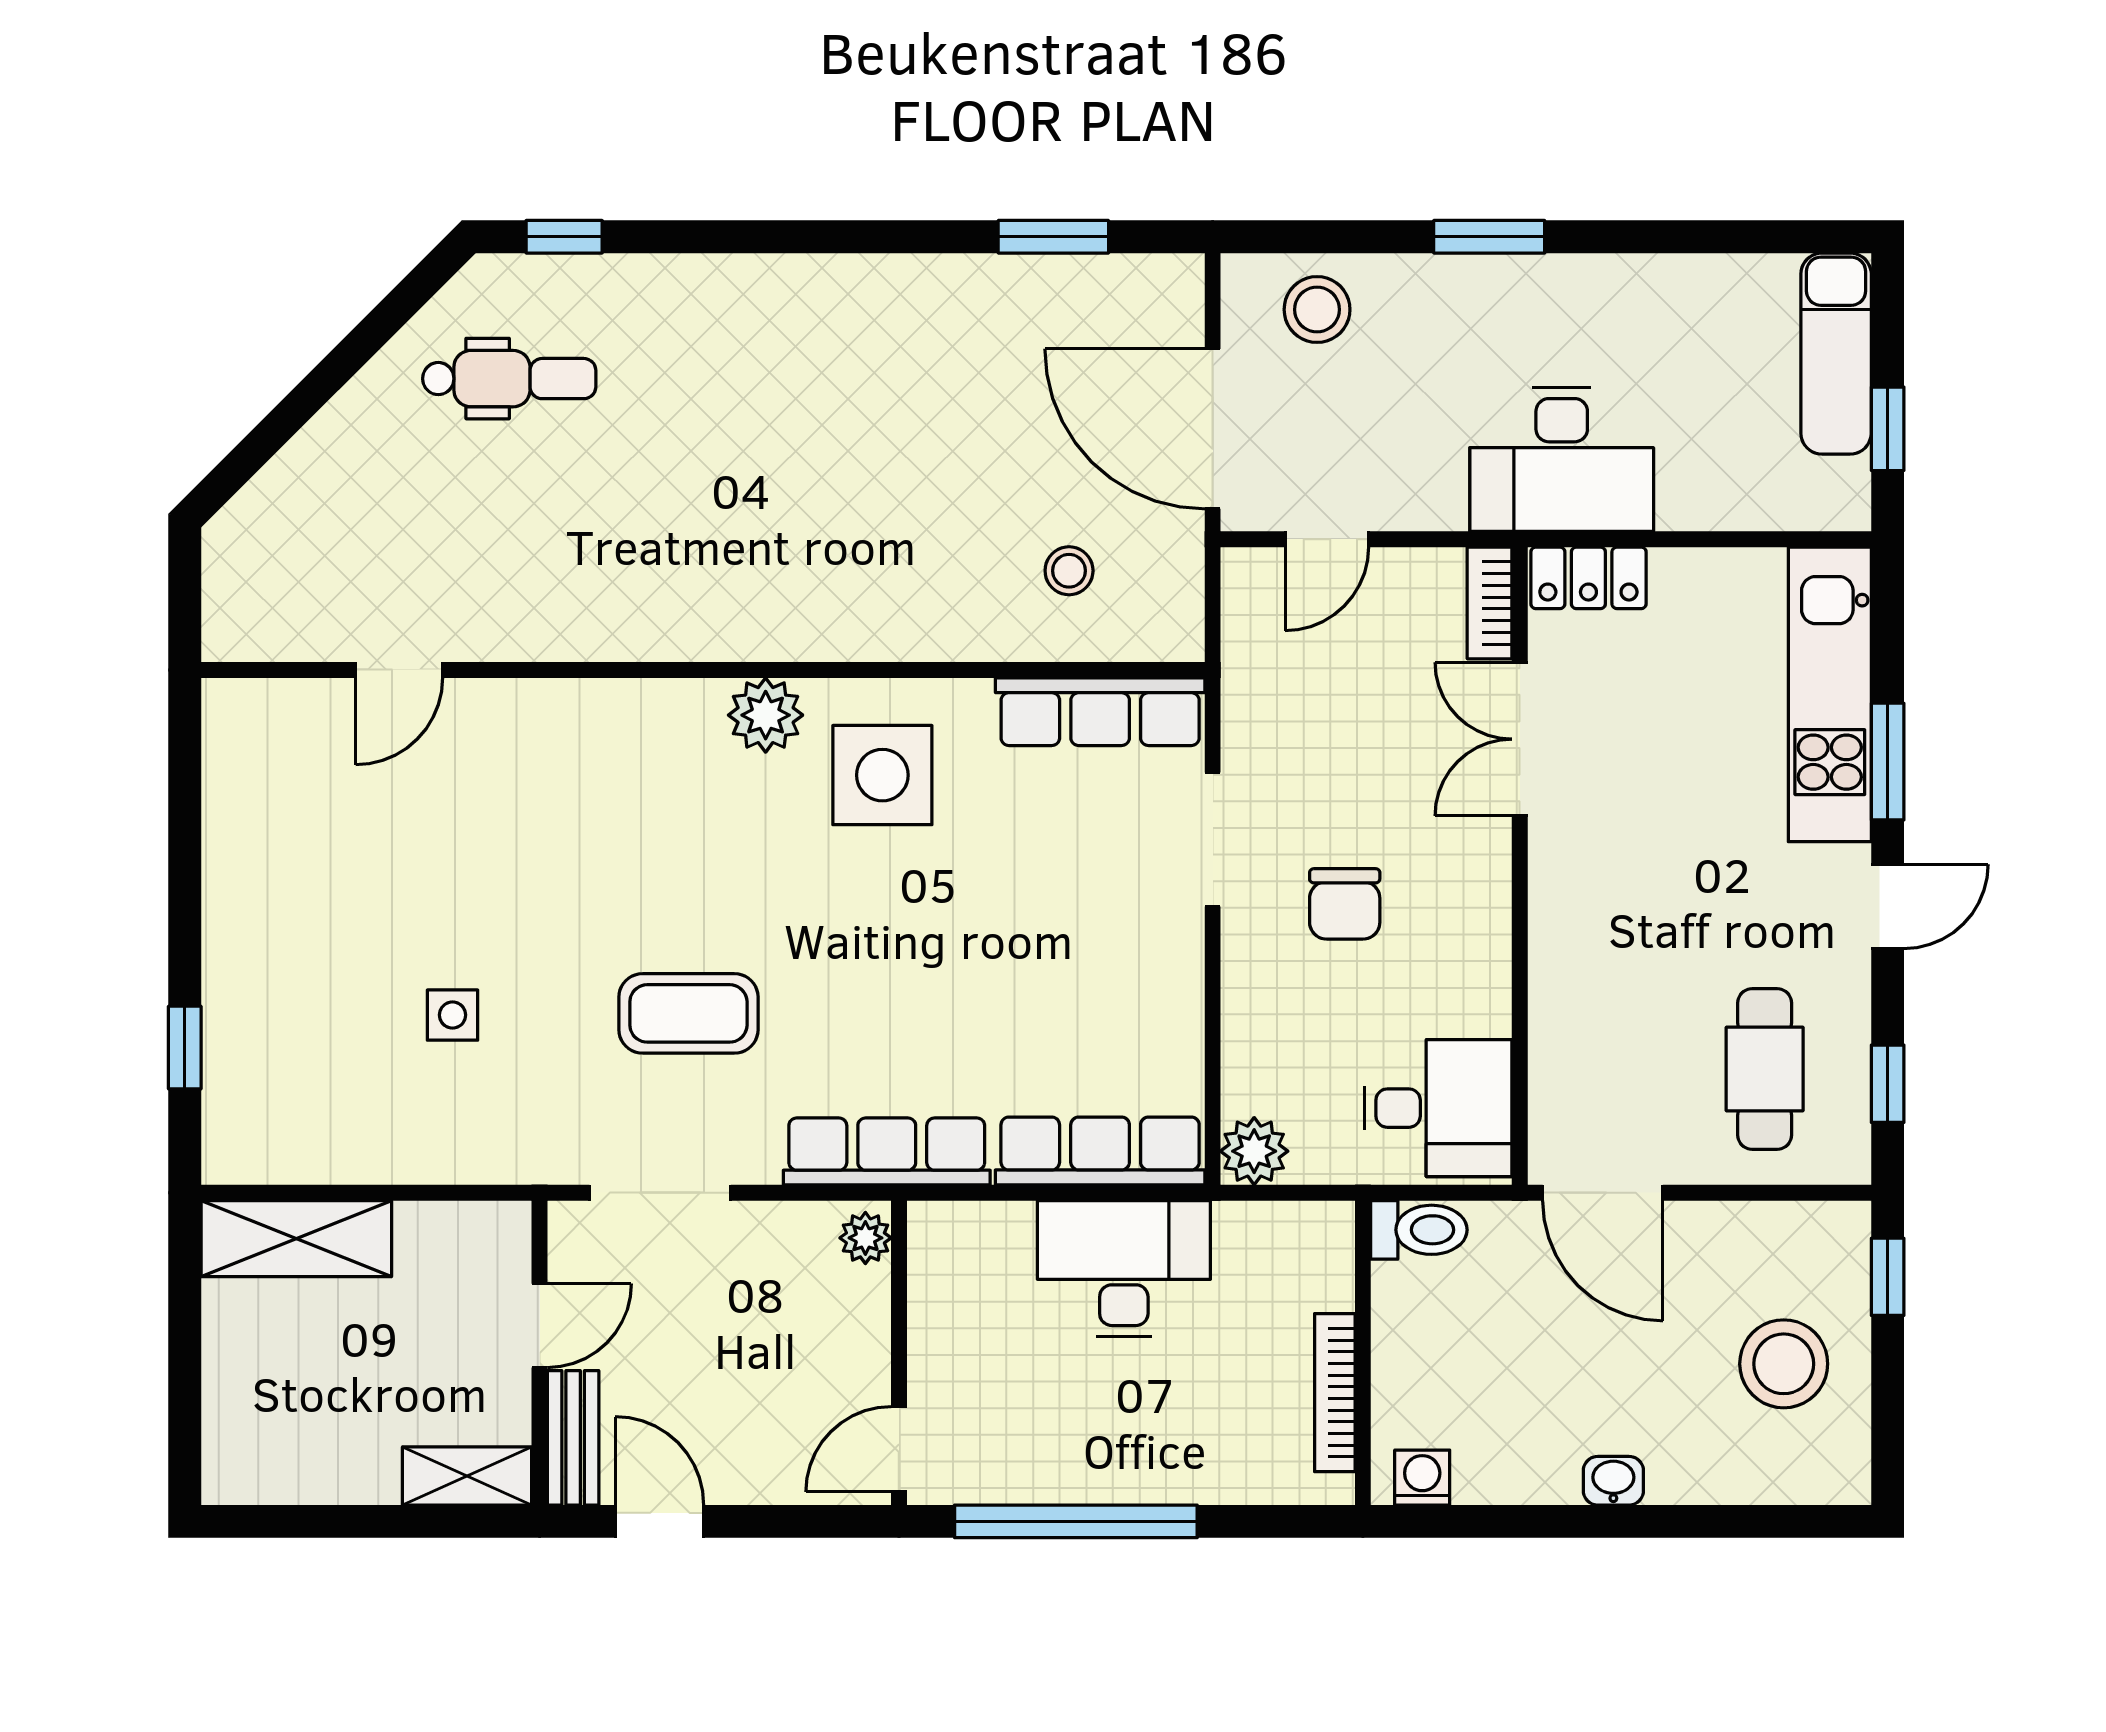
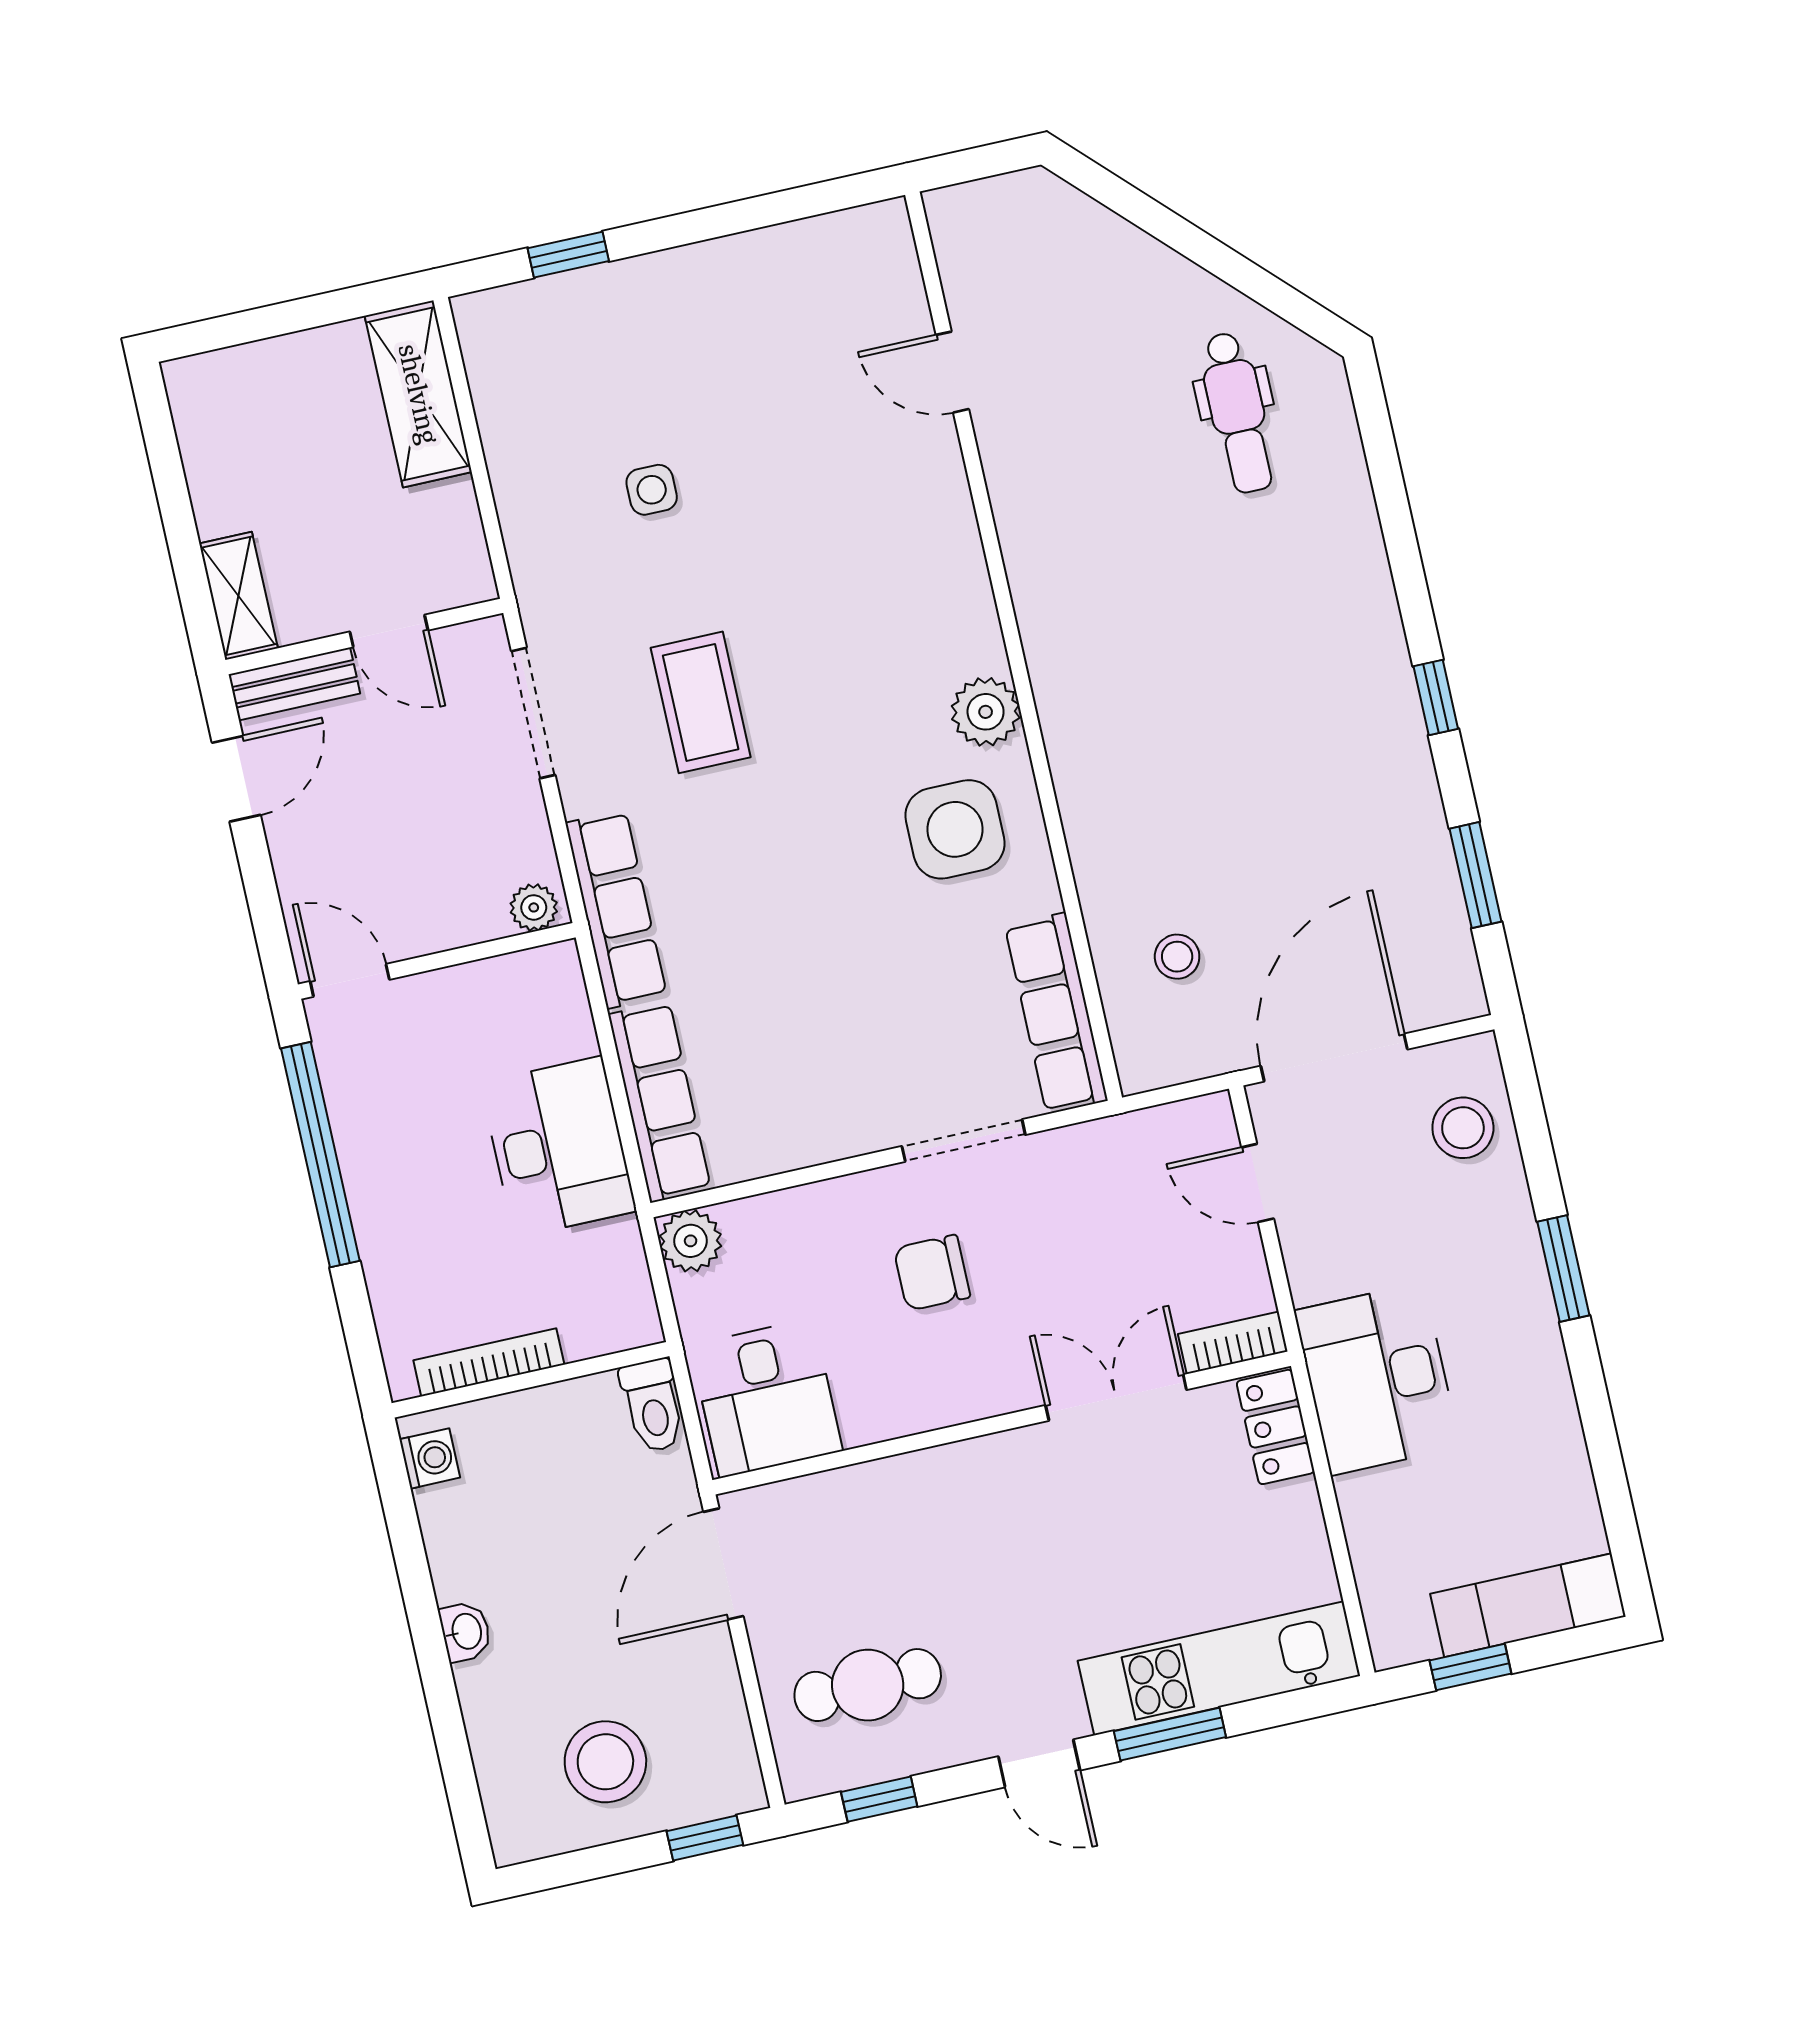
window: (564, 237) -> (1436, 698), moved

